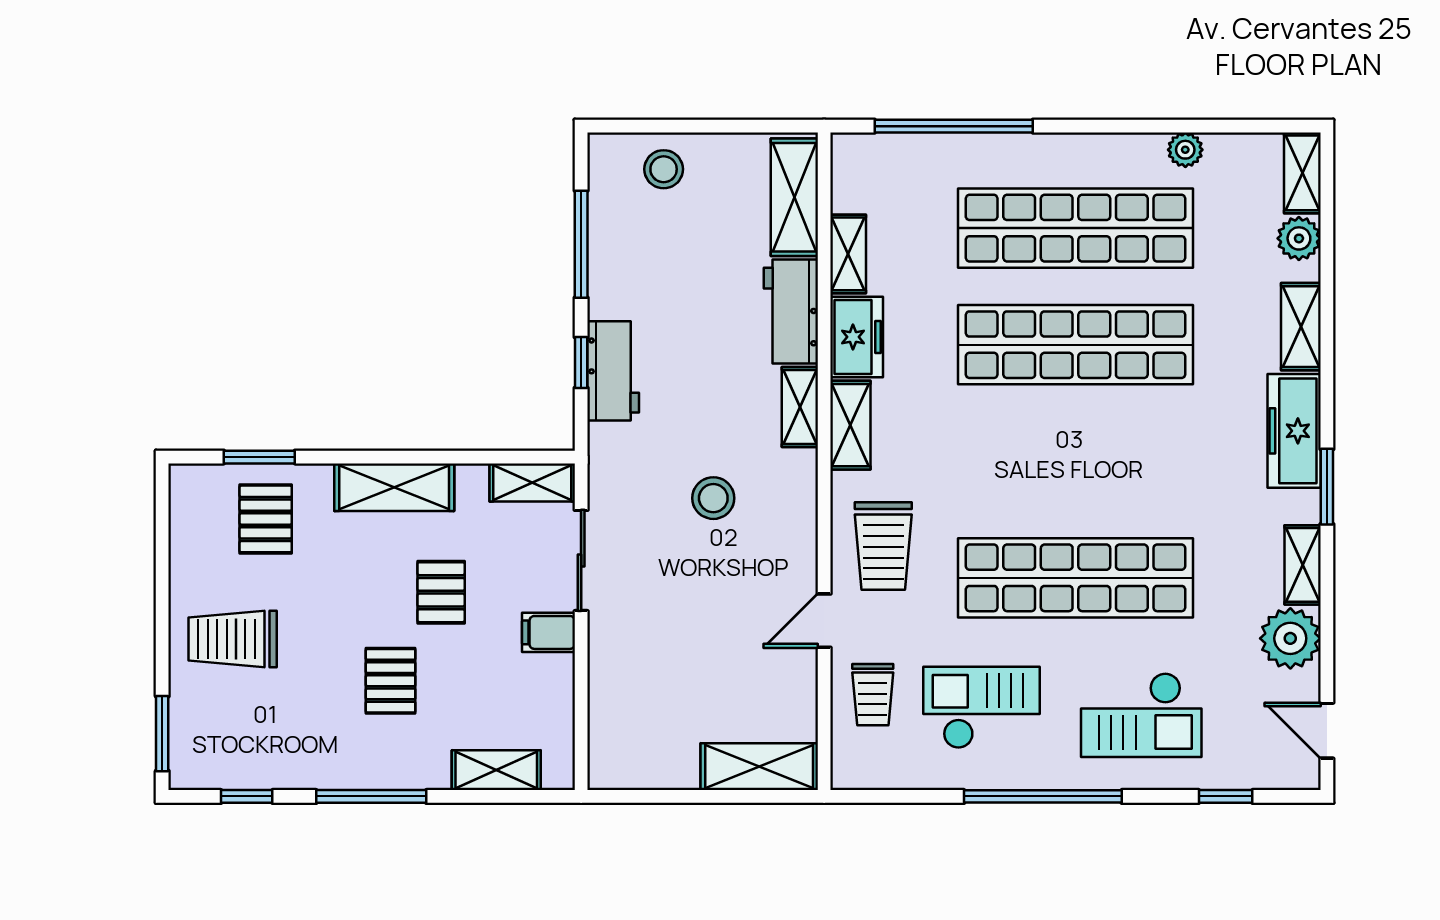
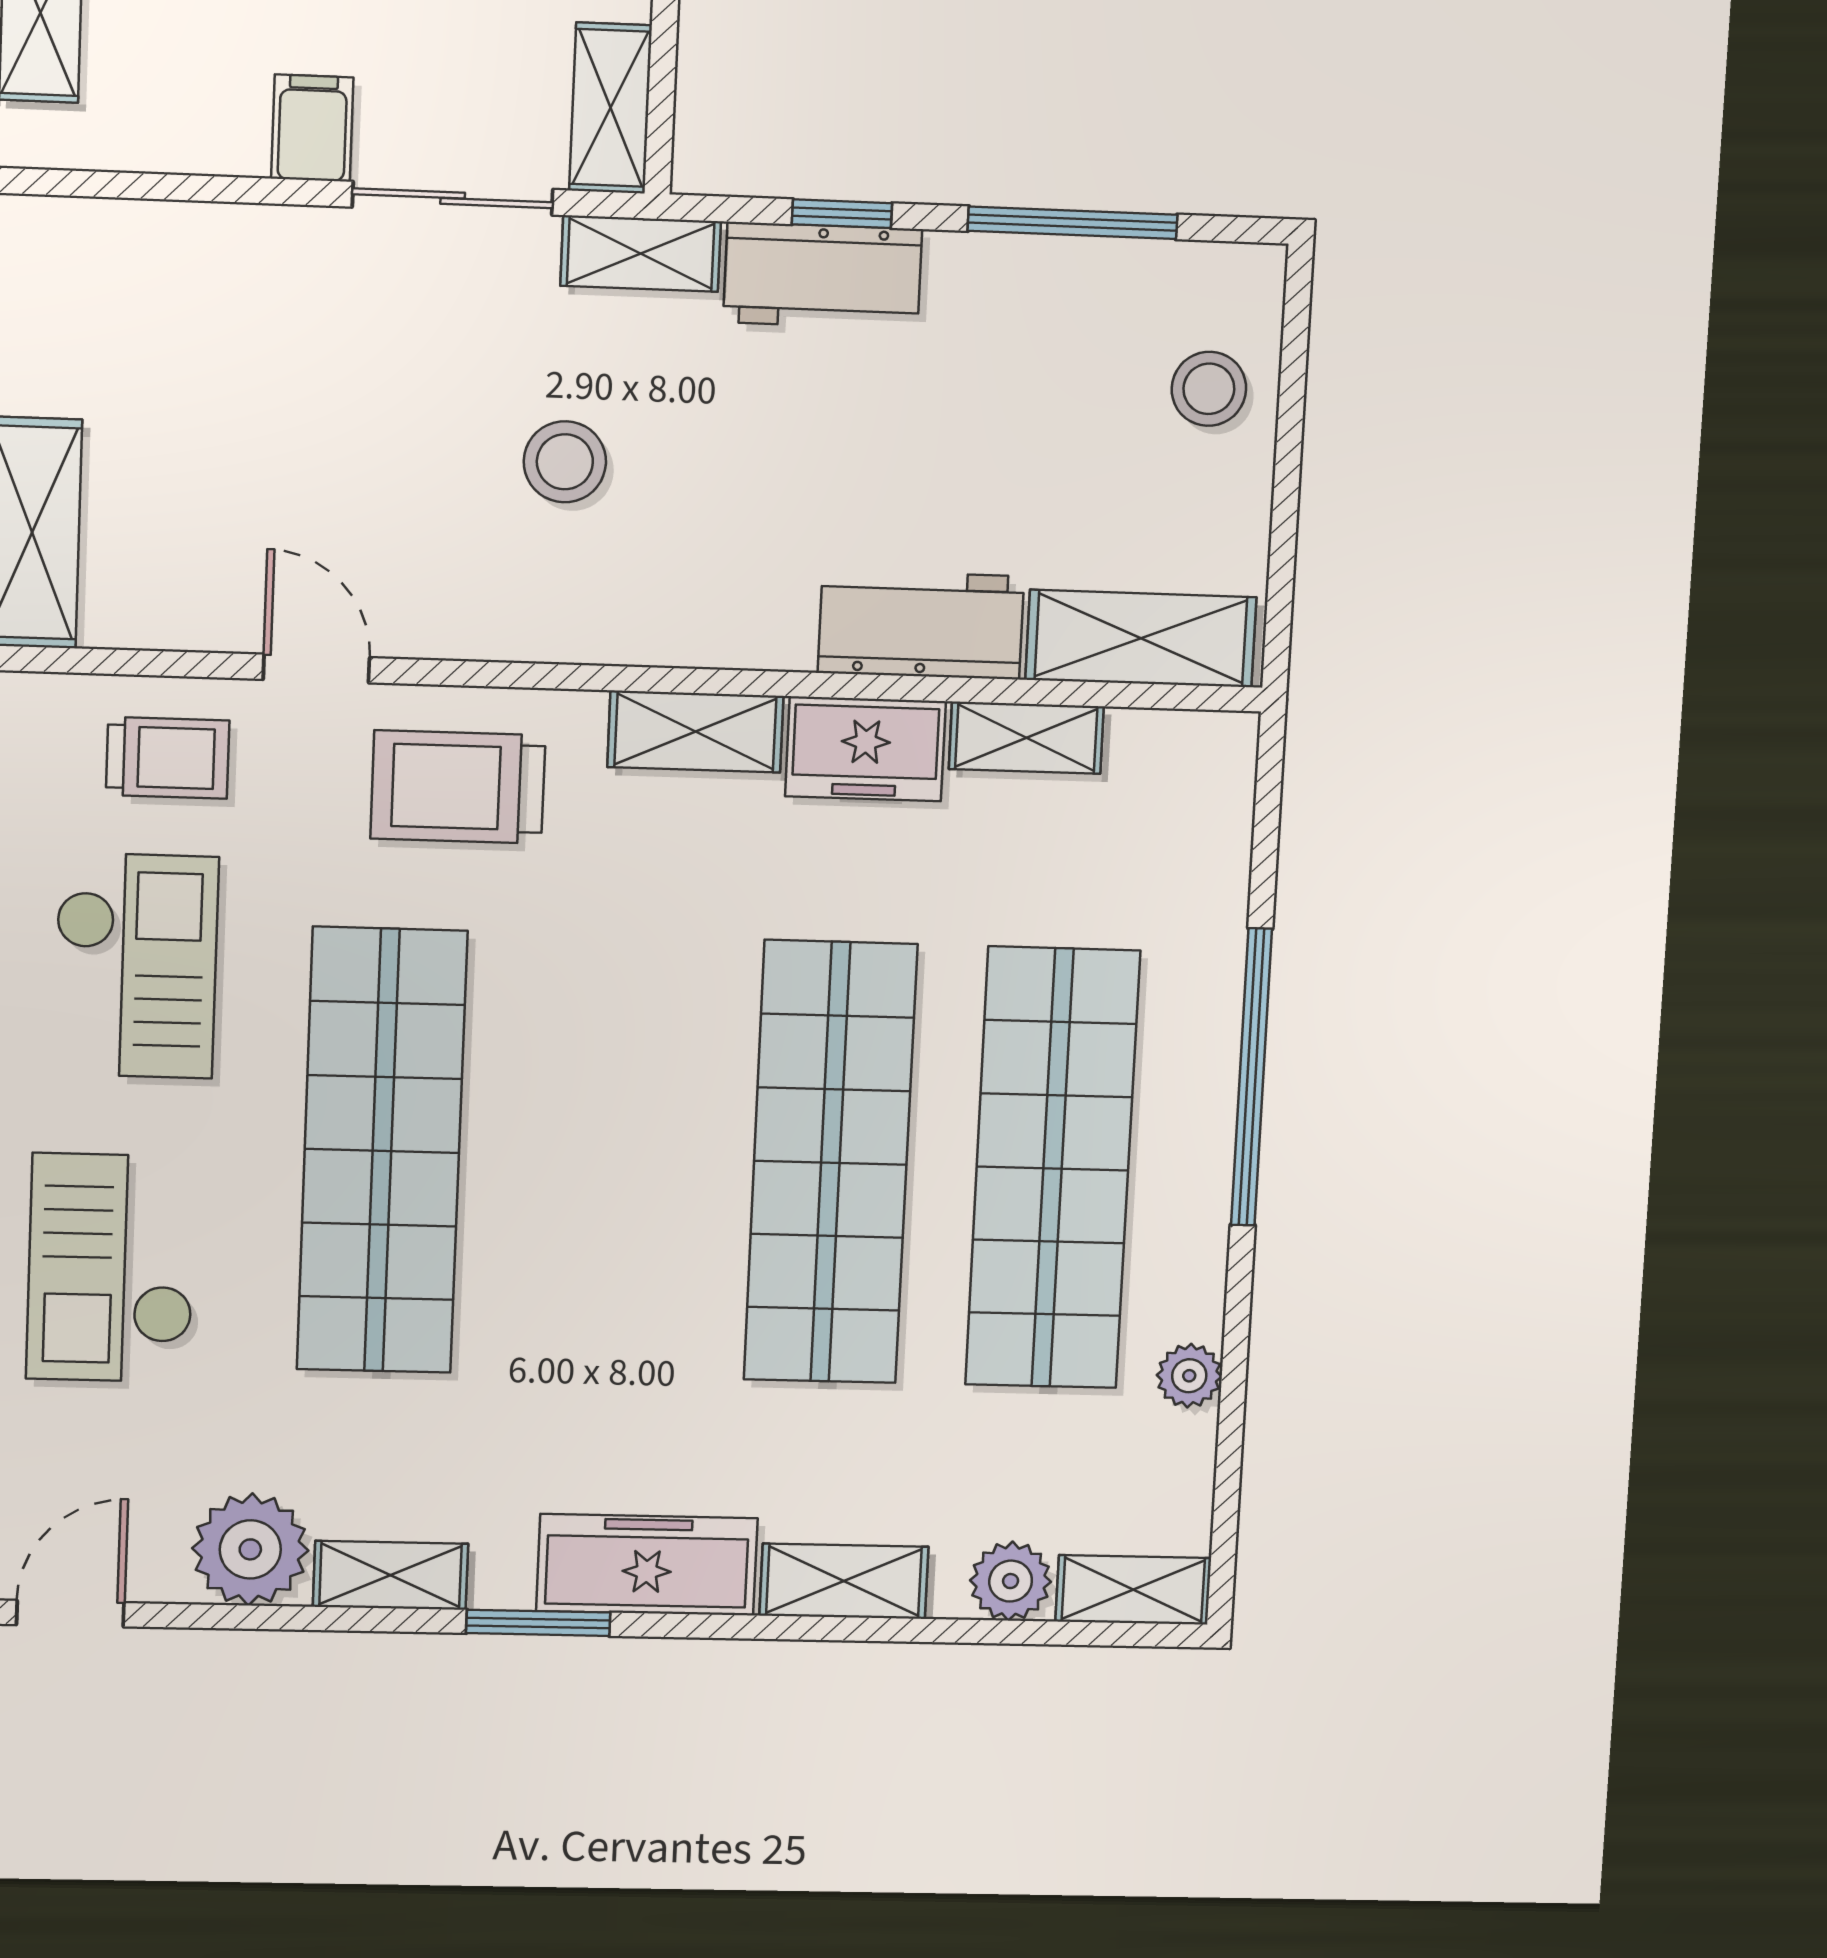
window: (954, 126) -> (1251, 1077), moved
shelving: (800, 407) -> (641, 254), moved
trolley: (873, 695) -> (168, 758), turned 180

